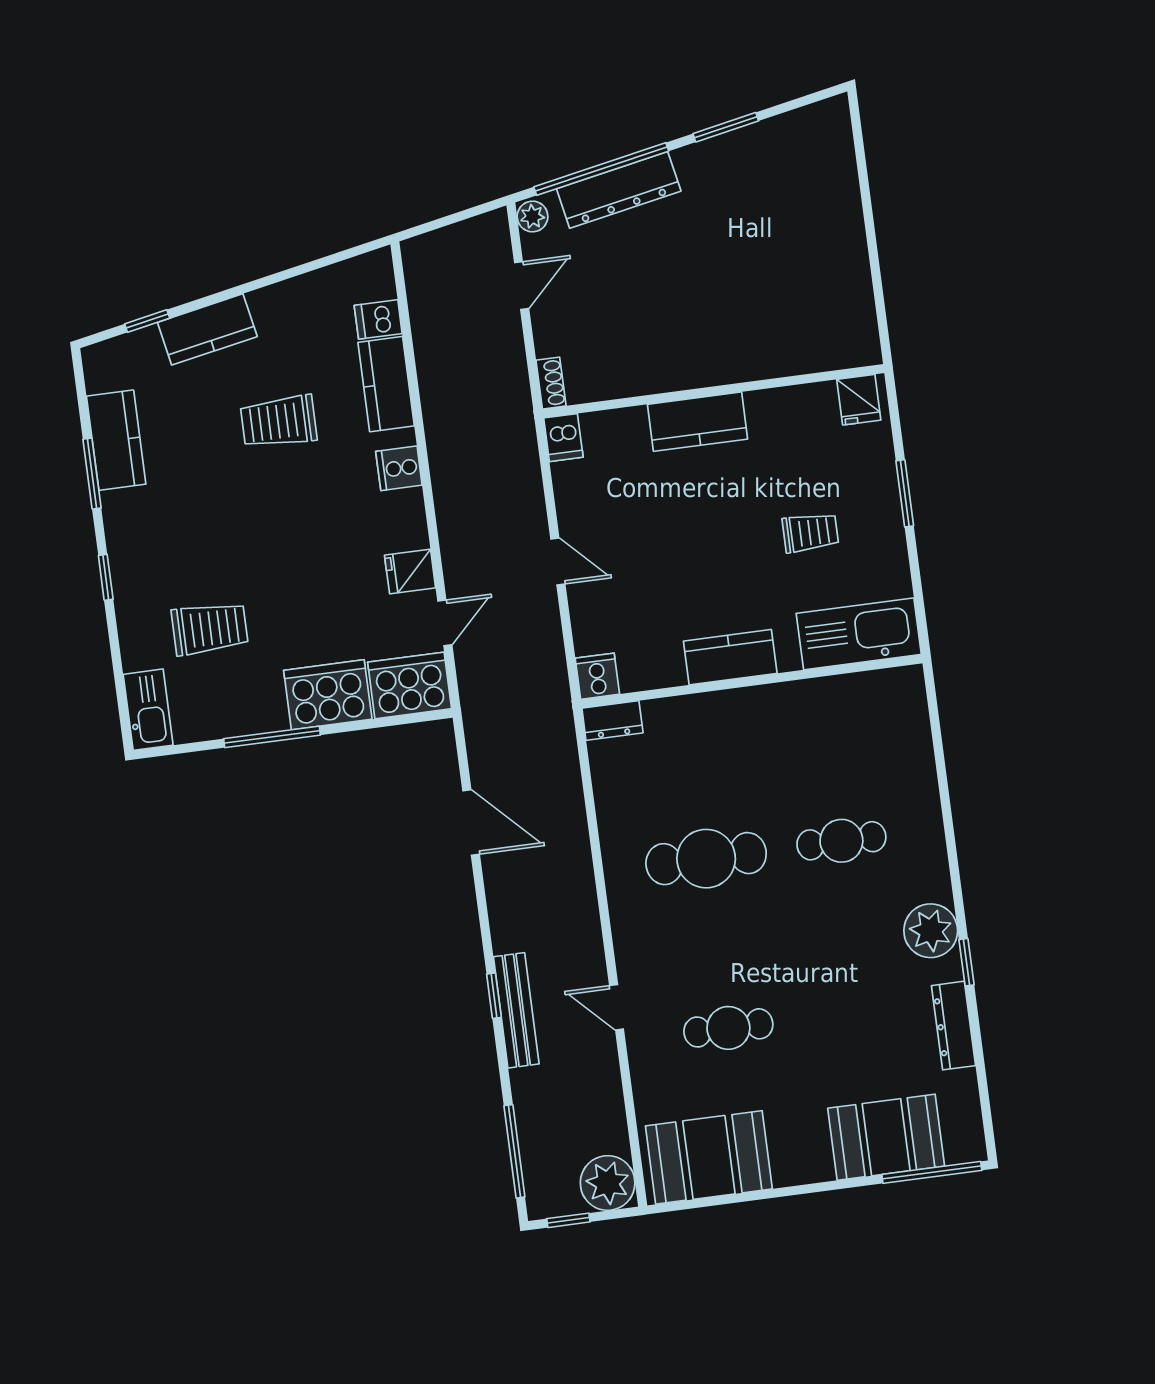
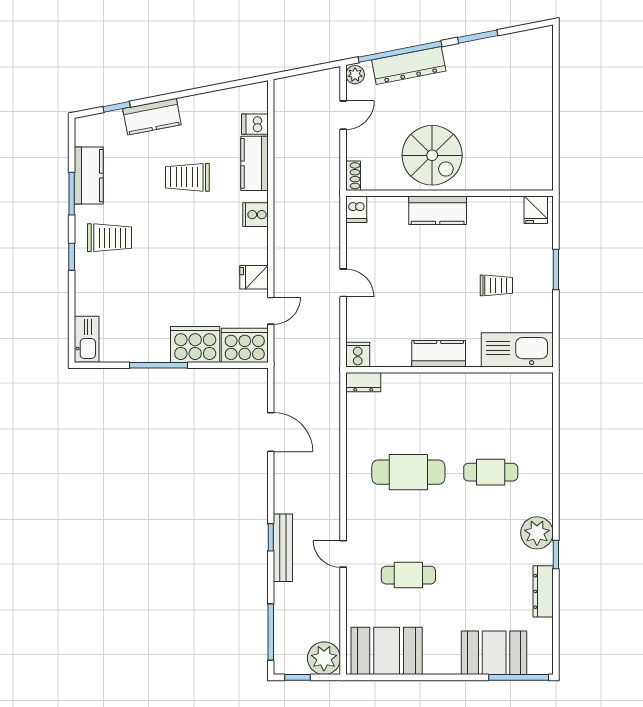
spiral stairs: (677, 332) -> (432, 155), added
trolley: (210, 628) -> (110, 238), moved

